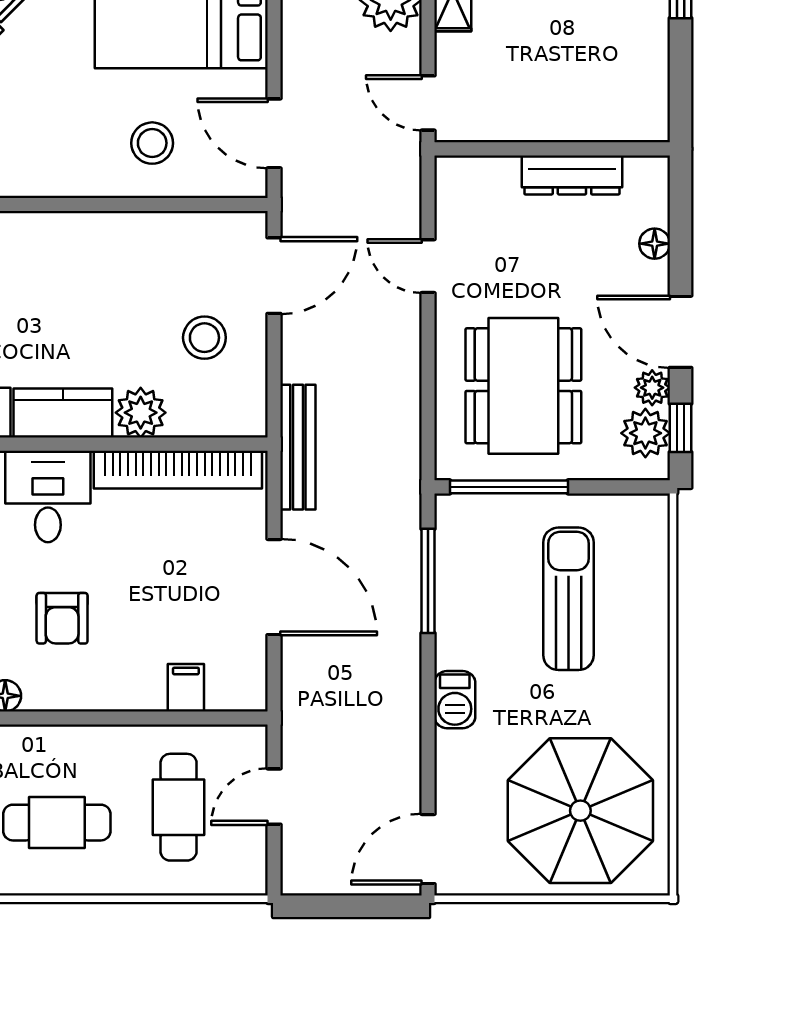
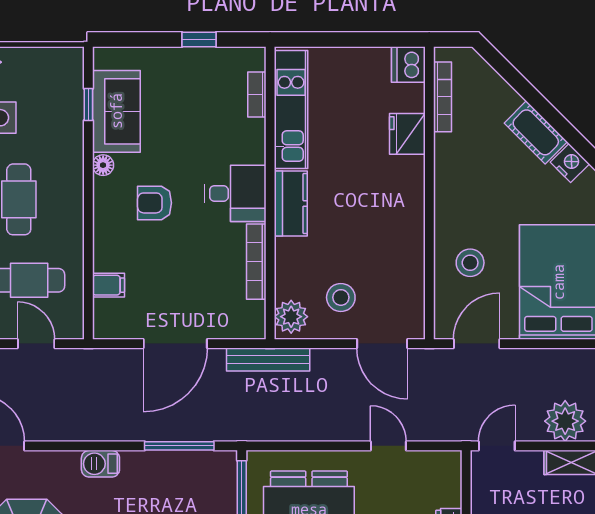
door: (428, 266) -> (388, 446), hinge flipped
plant: (141, 413) -> (291, 317), moved
bookcase: (178, 470) -> (256, 262), width x0.68, depth x0.76

